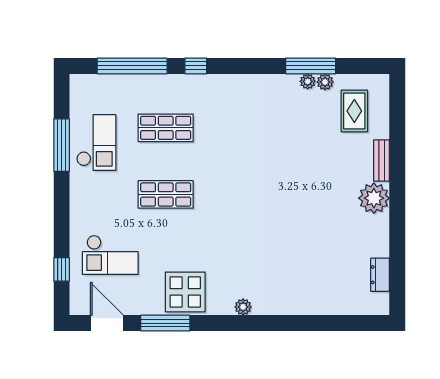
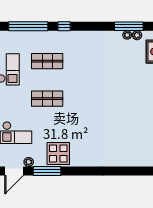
plant: (243, 307) -> (29, 162), moved
door: (107, 323) -> (14, 171), swing flipped

